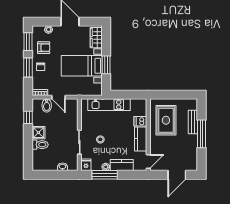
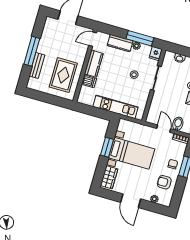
window: (28, 42) -> (178, 193), removed

